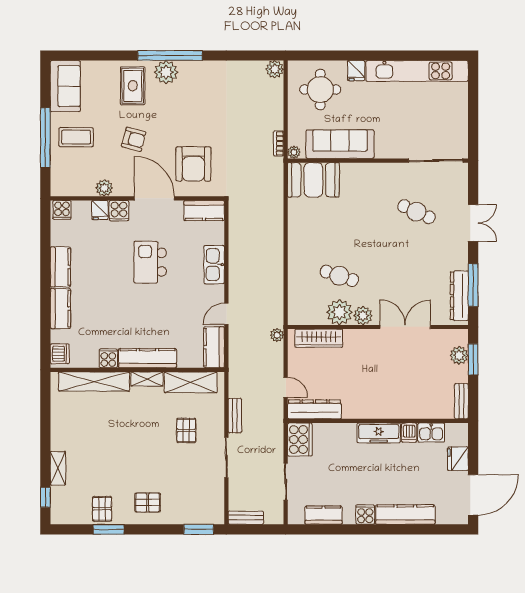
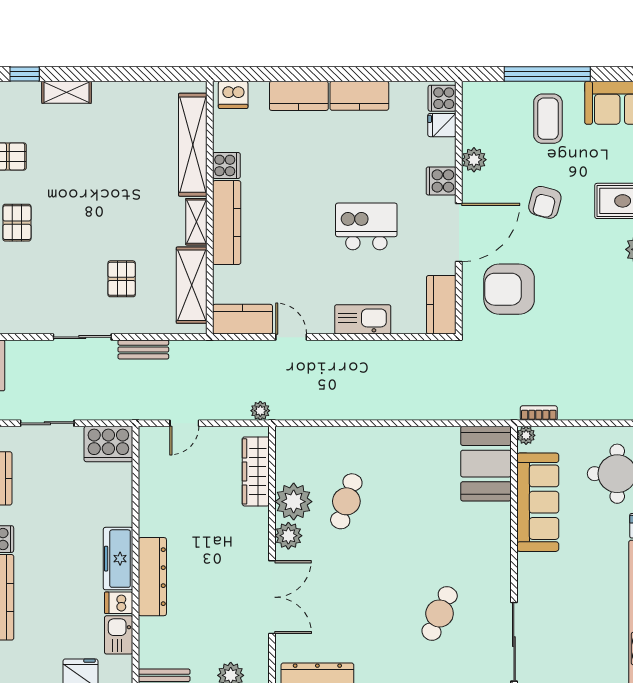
fridge: (100, 210) -> (442, 125), moved
dresser: (314, 409) -> (152, 577), moved
pallet: (186, 430) -> (122, 279), turned 90

